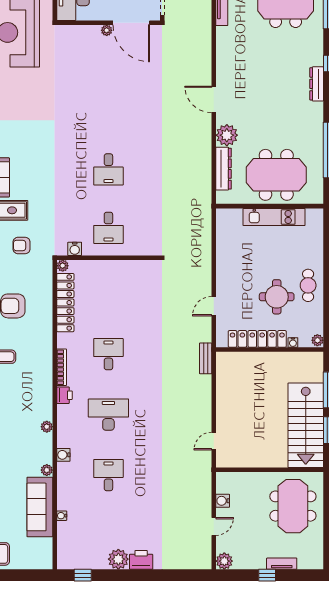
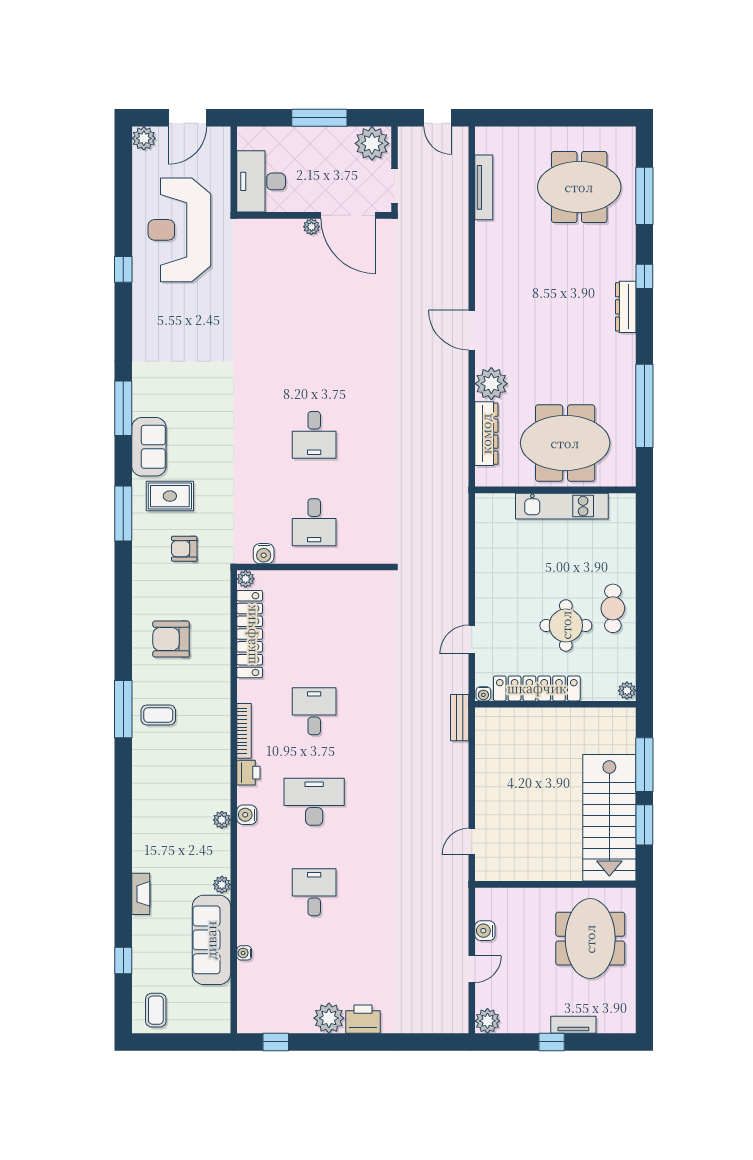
water cooler: (293, 342) -> (483, 694), moved
water cooler: (63, 455) -> (247, 815), moved

